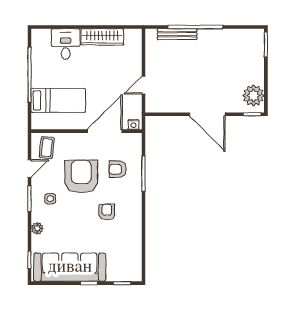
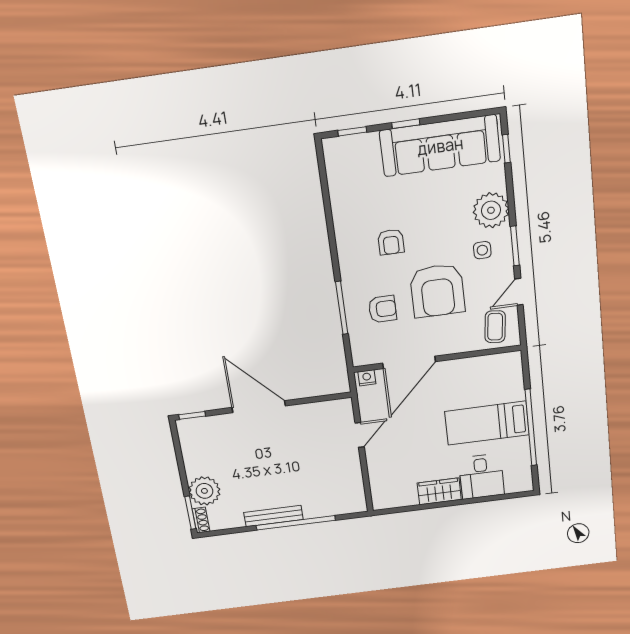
bench: (177, 34) -> (273, 516), moved
wardrobe: (102, 37) -> (439, 491), width x0.67
shoe rack: (260, 38) -> (201, 520), added
plant: (253, 96) -> (204, 491), moved
bed: (58, 100) -> (487, 423), moved
plant: (37, 228) -> (491, 210), width x1.88, depth x1.88

